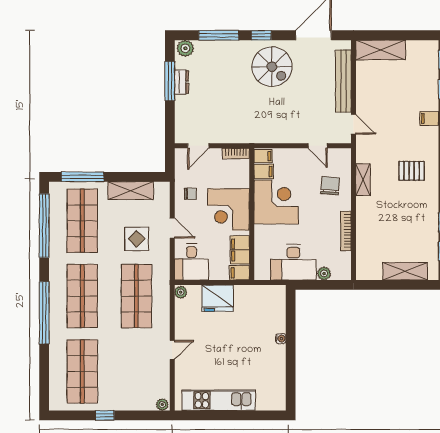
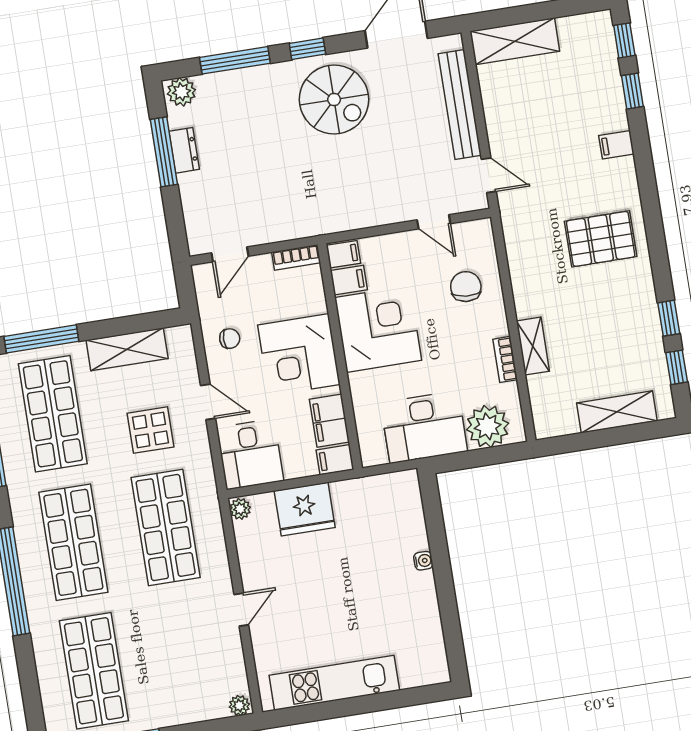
pallet: (412, 171) -> (601, 239), width x1.50, depth x1.42
shelving: (363, 180) -> (533, 346), moved
bookcase: (346, 231) -> (505, 359), width x0.64
plant: (324, 274) -> (488, 426), width x1.87, depth x1.87

